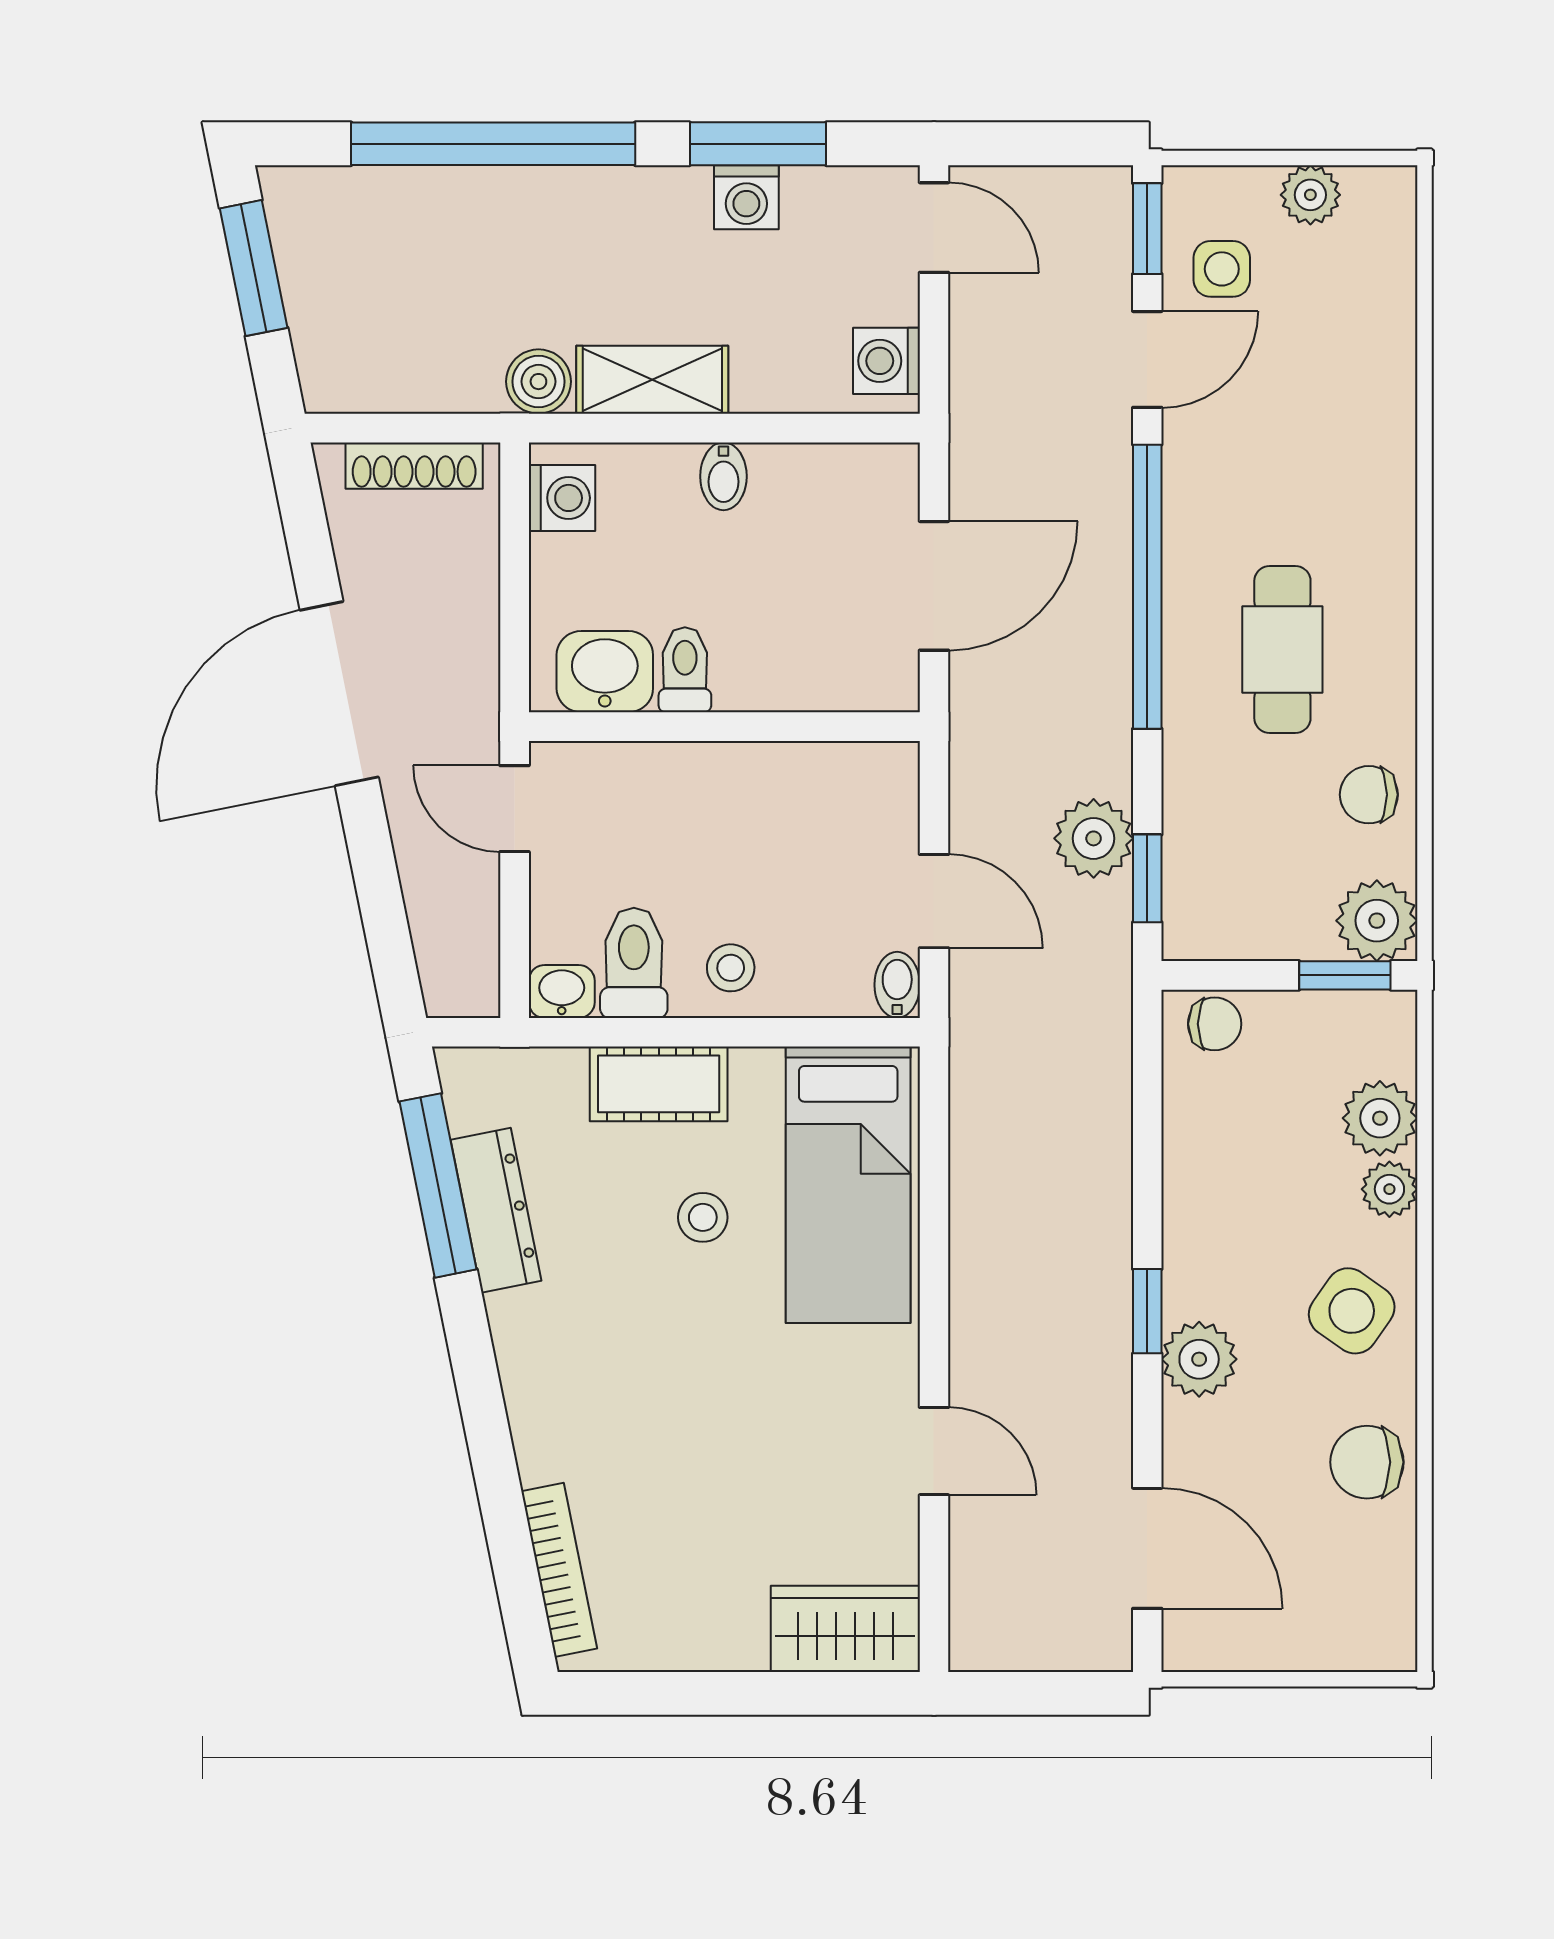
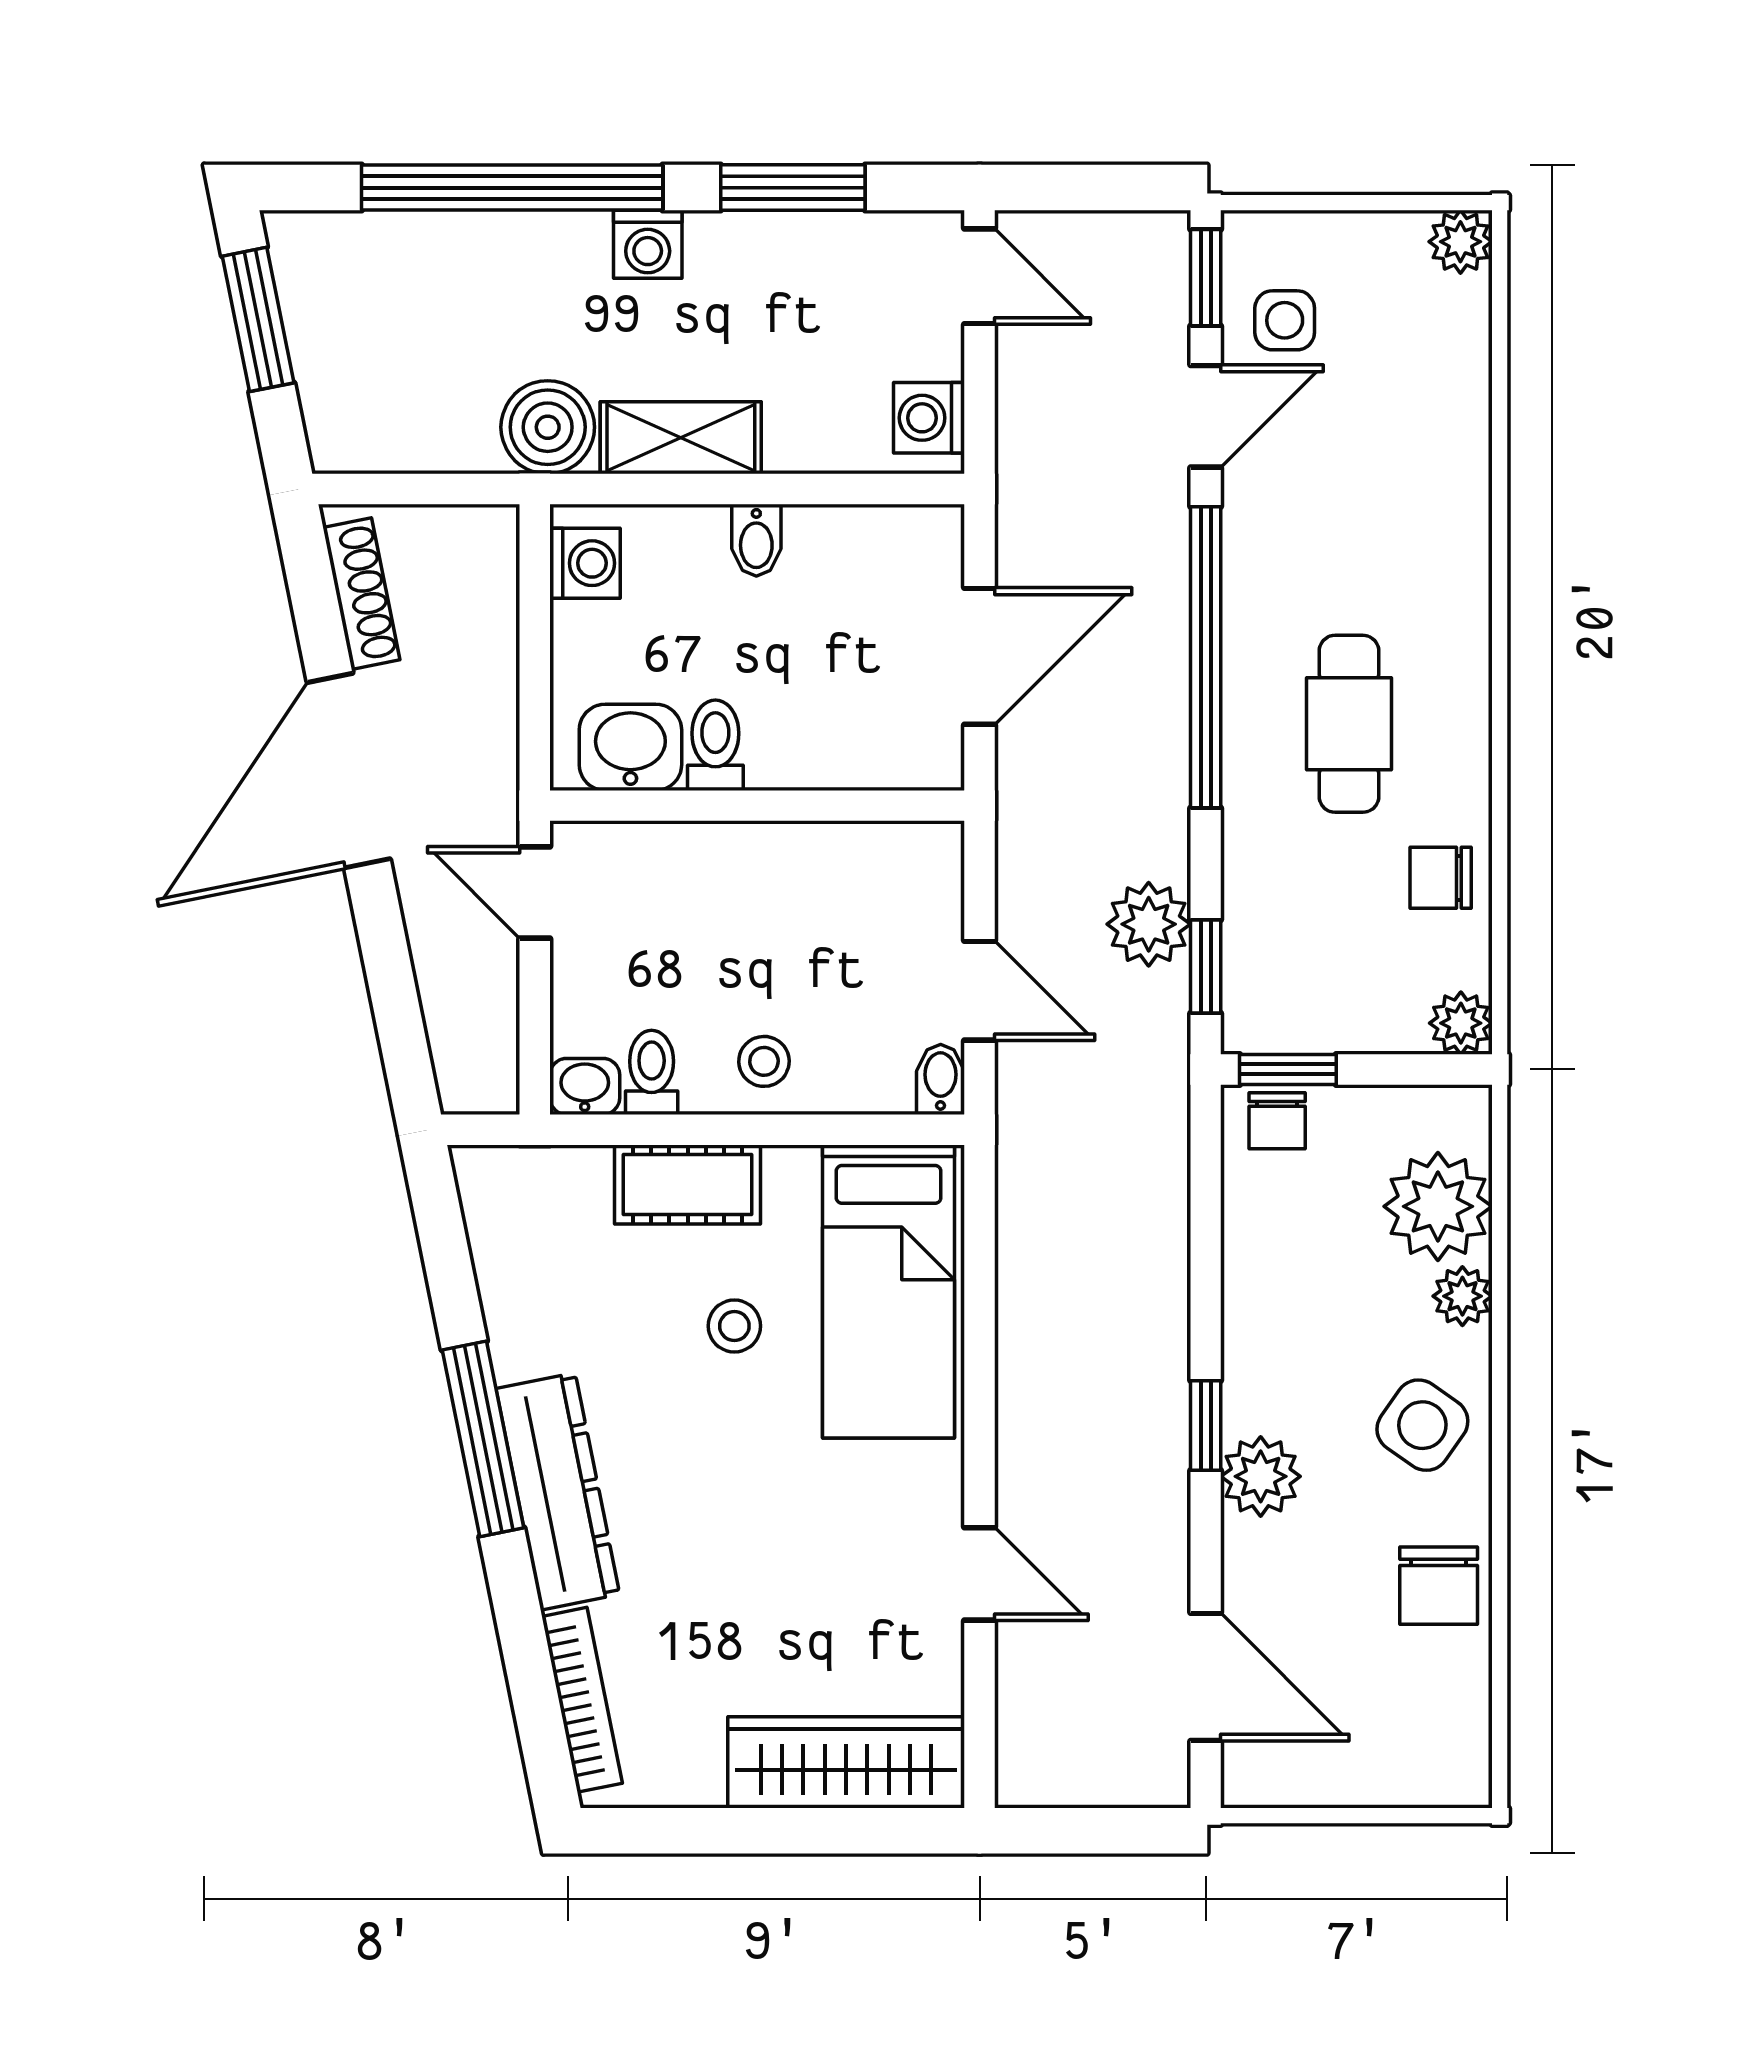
plant: (1310, 195) -> (1460, 242), moved
washing machine: (746, 197) -> (648, 244), moved
boiler: (538, 382) -> (548, 427), width x1.36, depth x1.36
shoe rack: (414, 466) -> (361, 594), moved, turned -101
plant: (1377, 921) -> (1461, 1023), width x0.73, depth x0.73
toilet: (634, 963) -> (652, 1072), width x0.73, depth x0.72
window: (1345, 975) -> (1288, 1069), moved
chair: (1215, 1024) -> (1277, 1121), turned 90
plant: (1380, 1118) -> (1438, 1206), width x1.36, depth x1.36
window: (438, 1185) -> (483, 1439), moved
dresser: (496, 1210) -> (558, 1491), moved, width x1.37, depth x1.24
chair: (1367, 1462) -> (1439, 1586), turned -90
wardrobe: (845, 1629) -> (846, 1762), width x1.50

